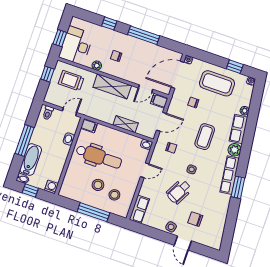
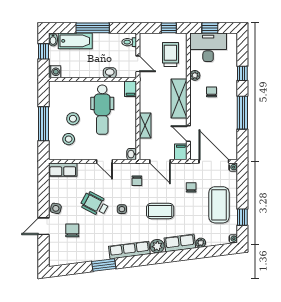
window: (238, 187) -> (104, 265), moved

